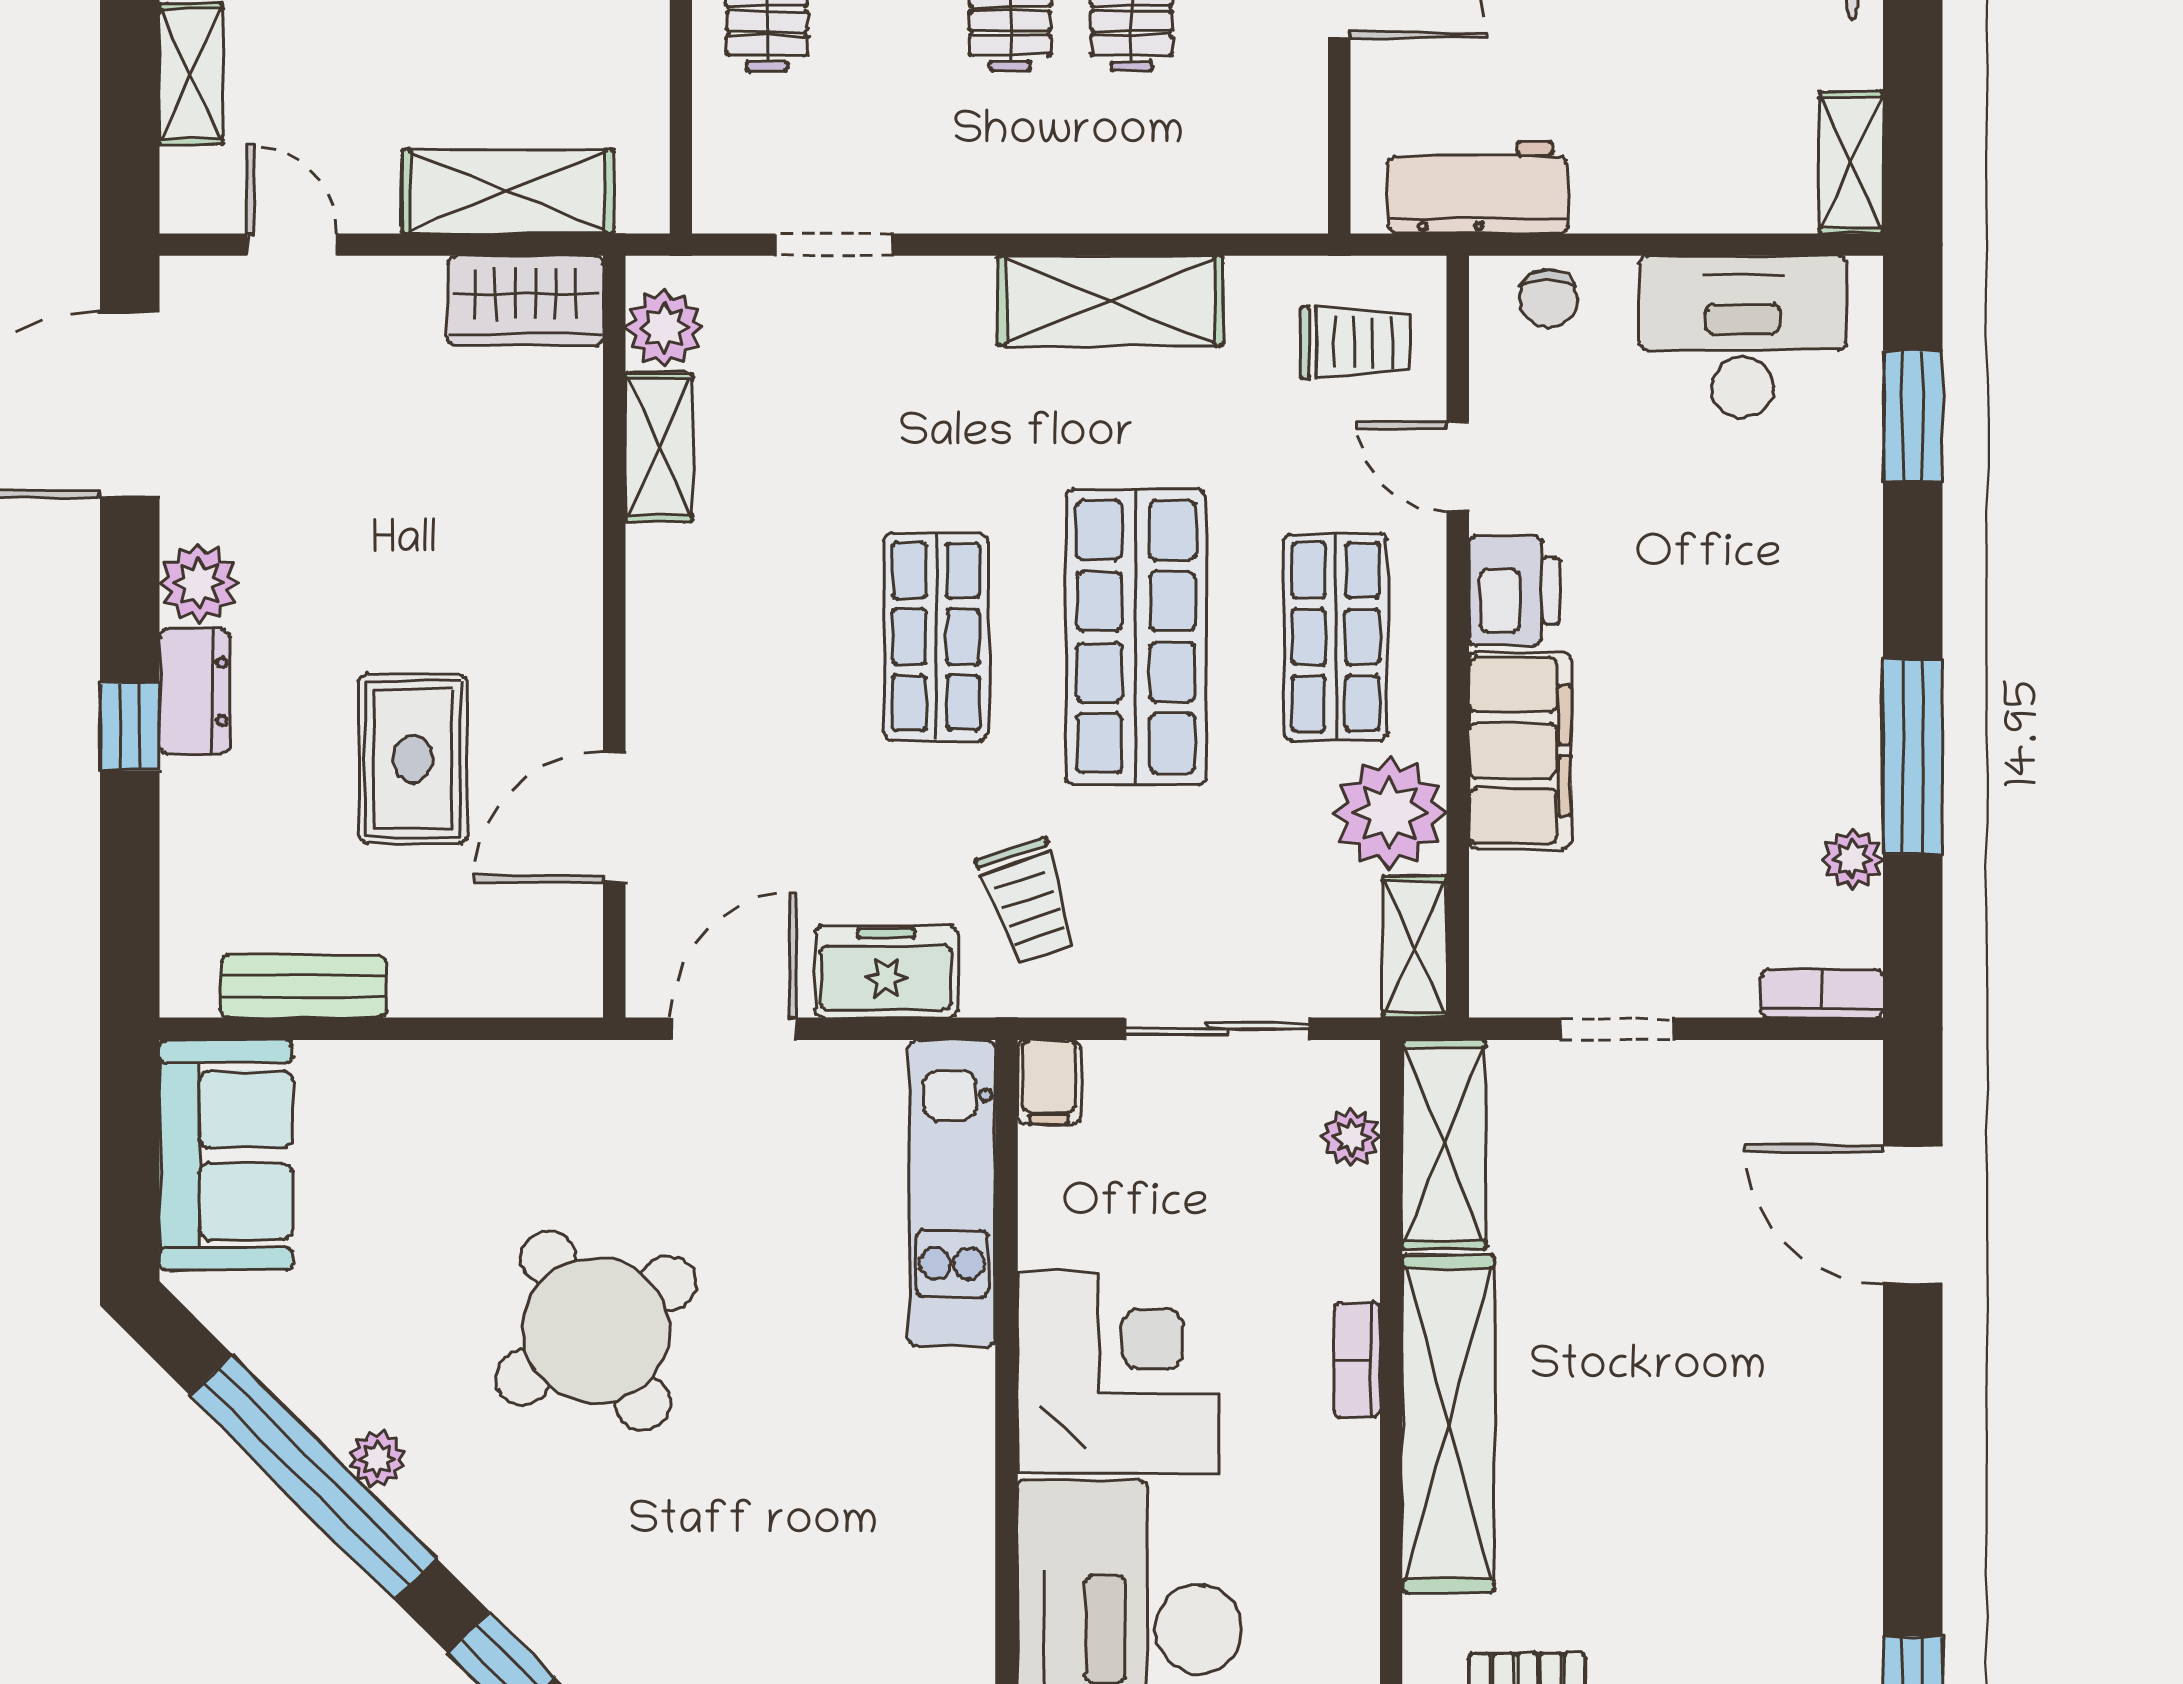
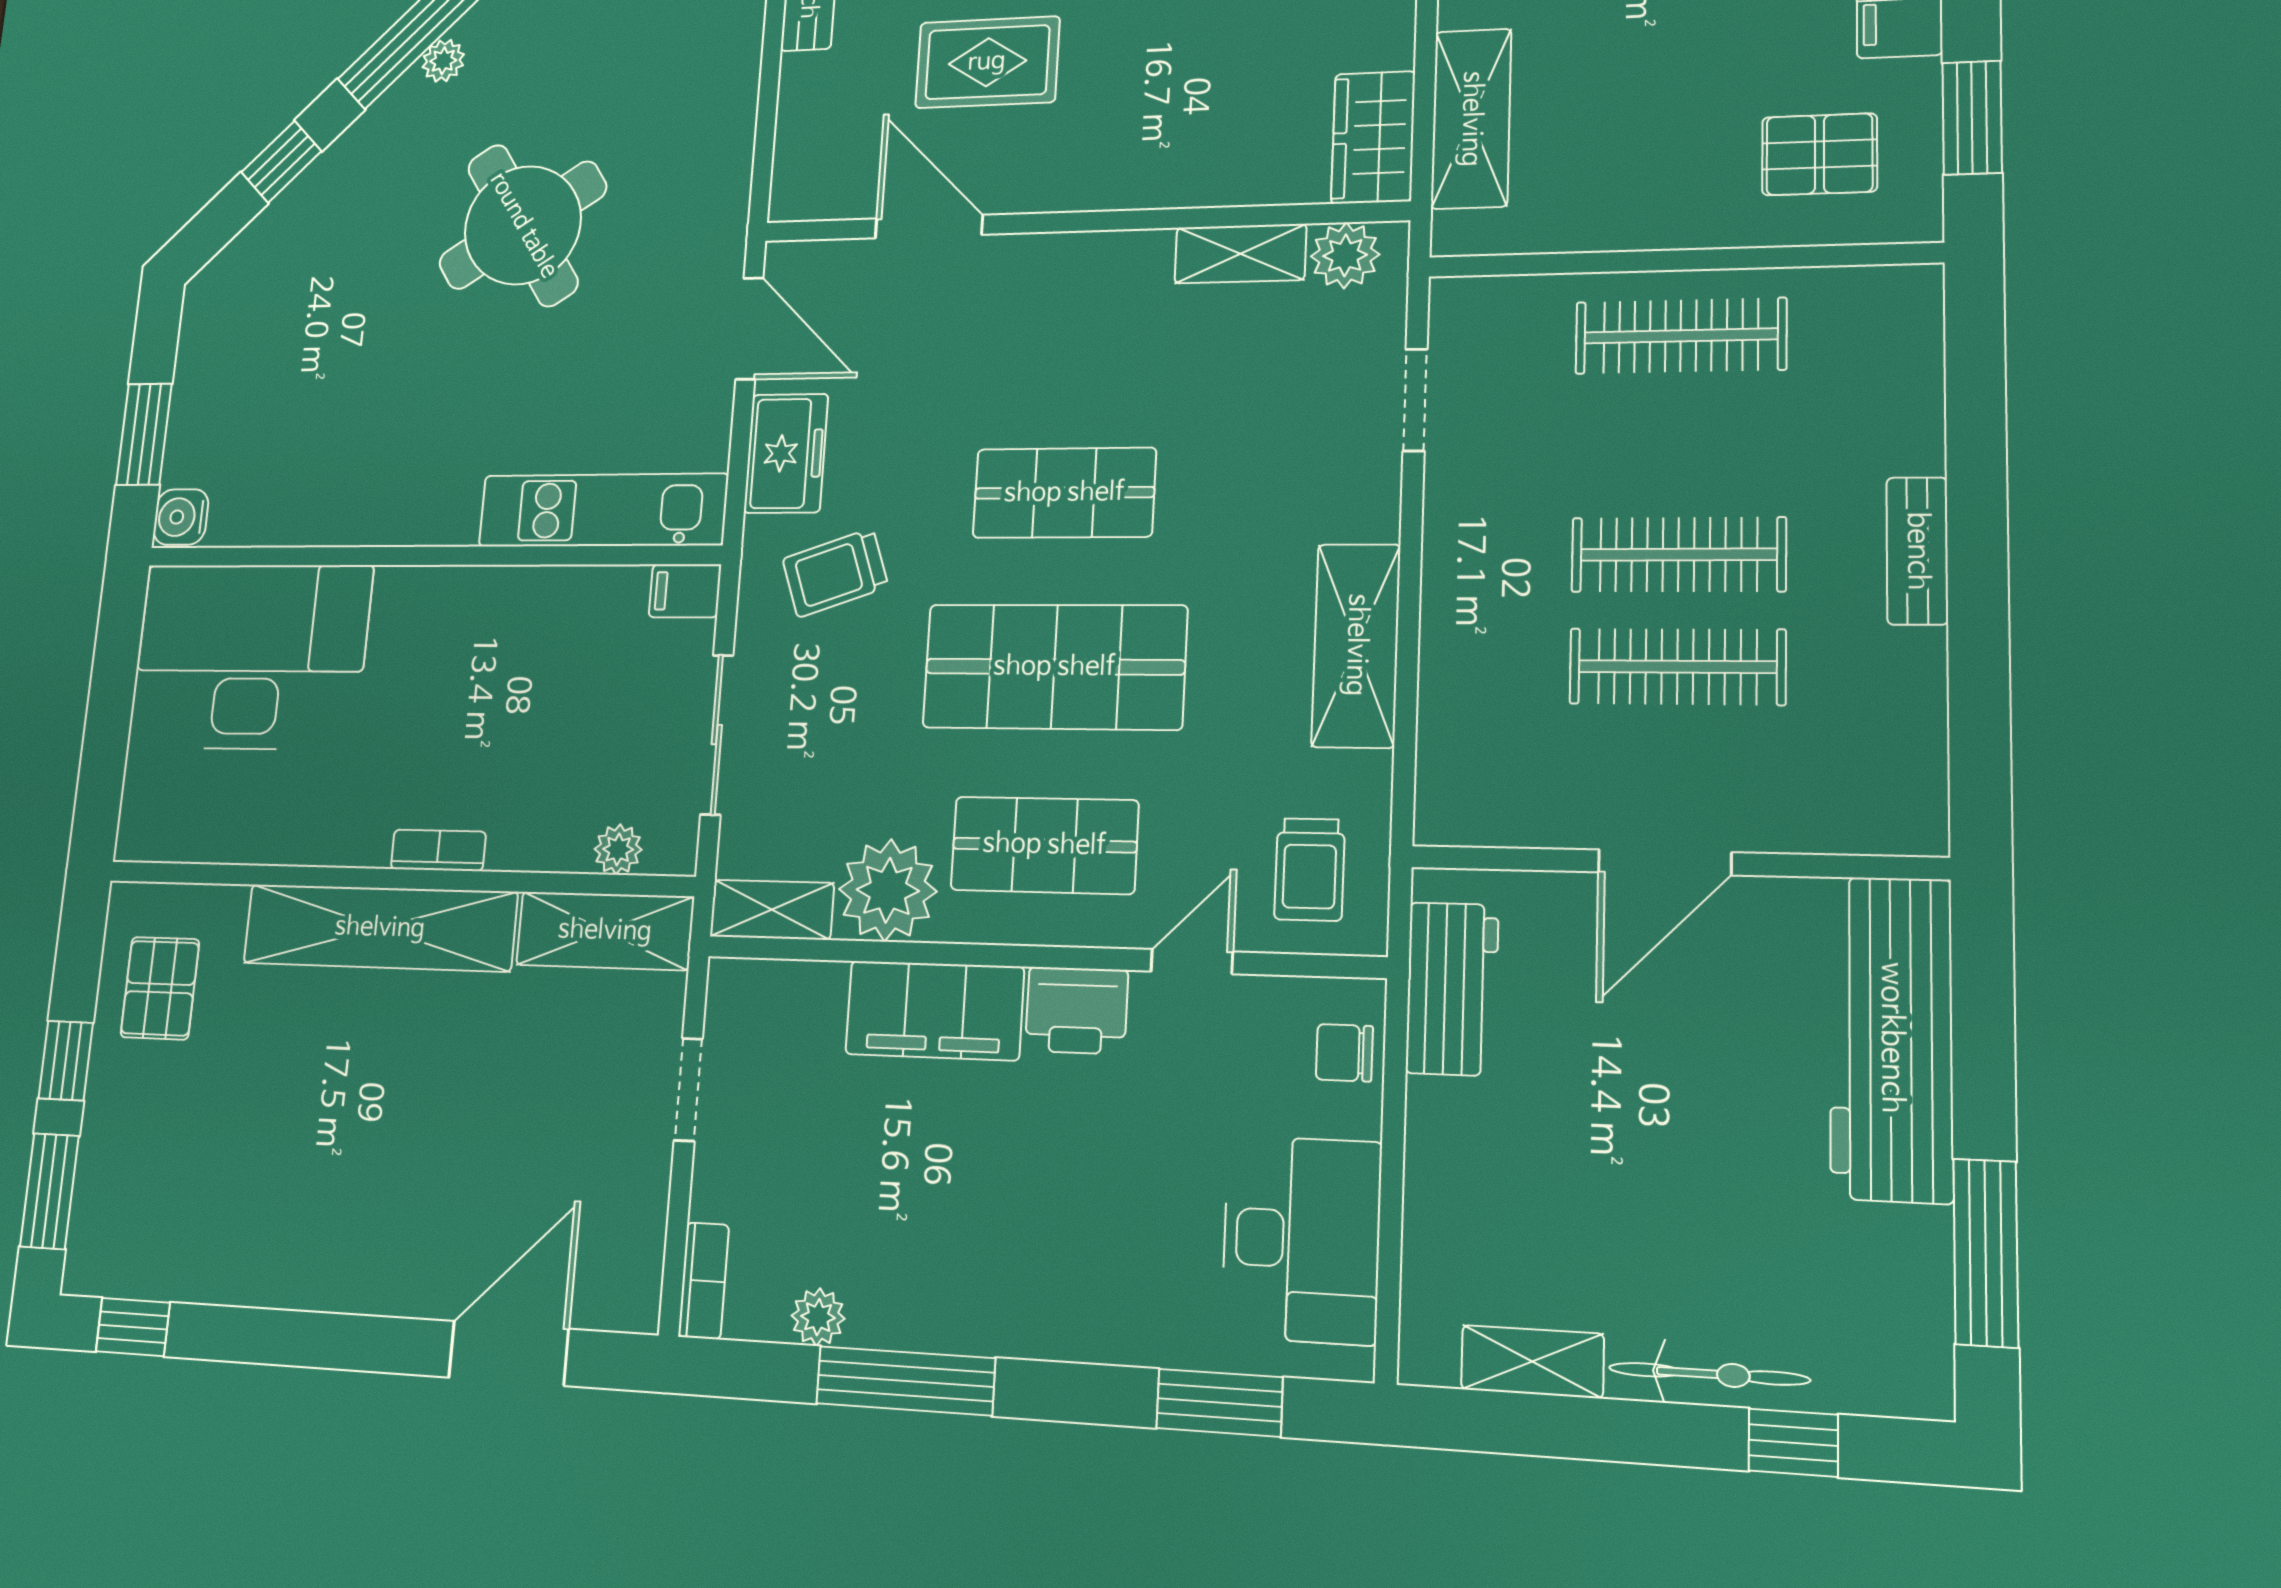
shelving: (1851, 163) -> (1532, 1362), moved
corner desk: (1118, 1373) -> (448, 648), removed

